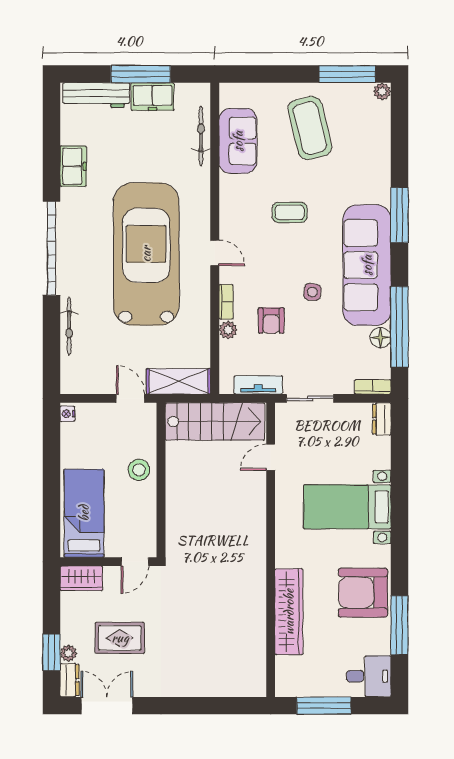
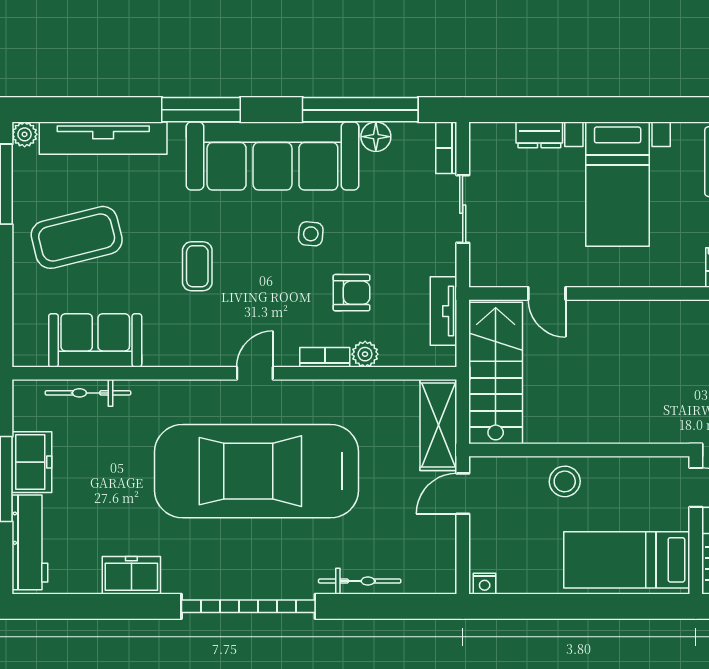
tv unit: (379, 147) -> (103, 138), added
sliding door: (310, 398) -> (463, 209), moved
dresser: (382, 419) -> (539, 135), moved

